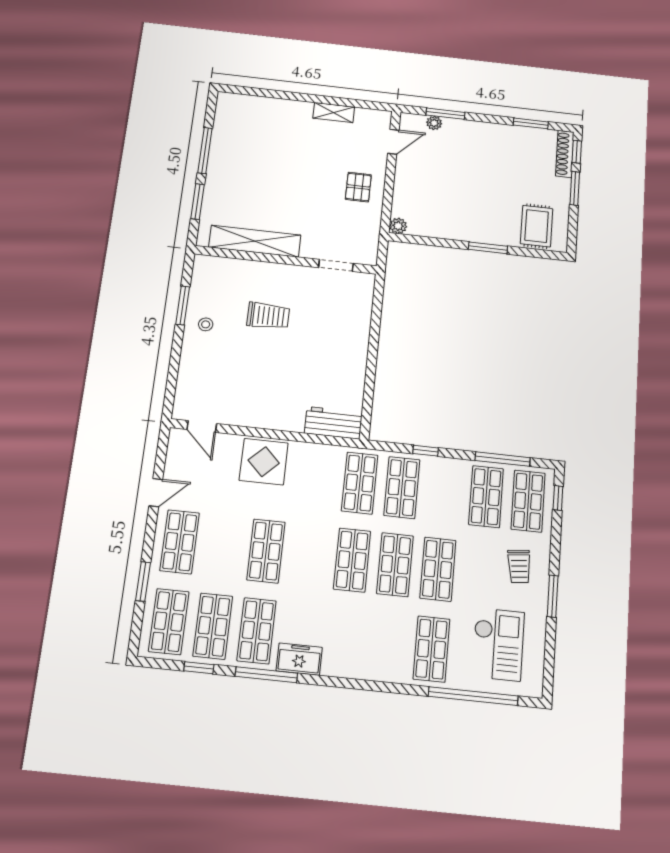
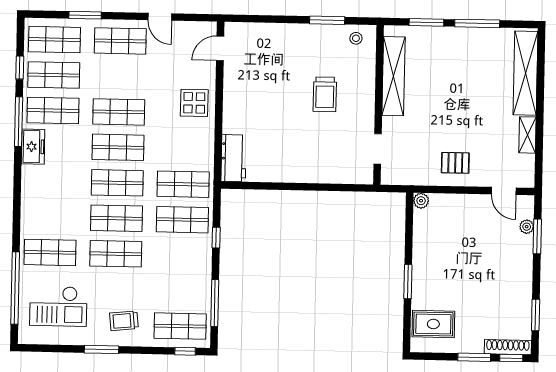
shelving: (266, 108) -> (526, 73), added
stool: (206, 324) -> (356, 38), moved
display table: (264, 462) -> (194, 103), width x0.73, depth x0.73
shop shelf: (486, 497) -> (118, 147), moved

